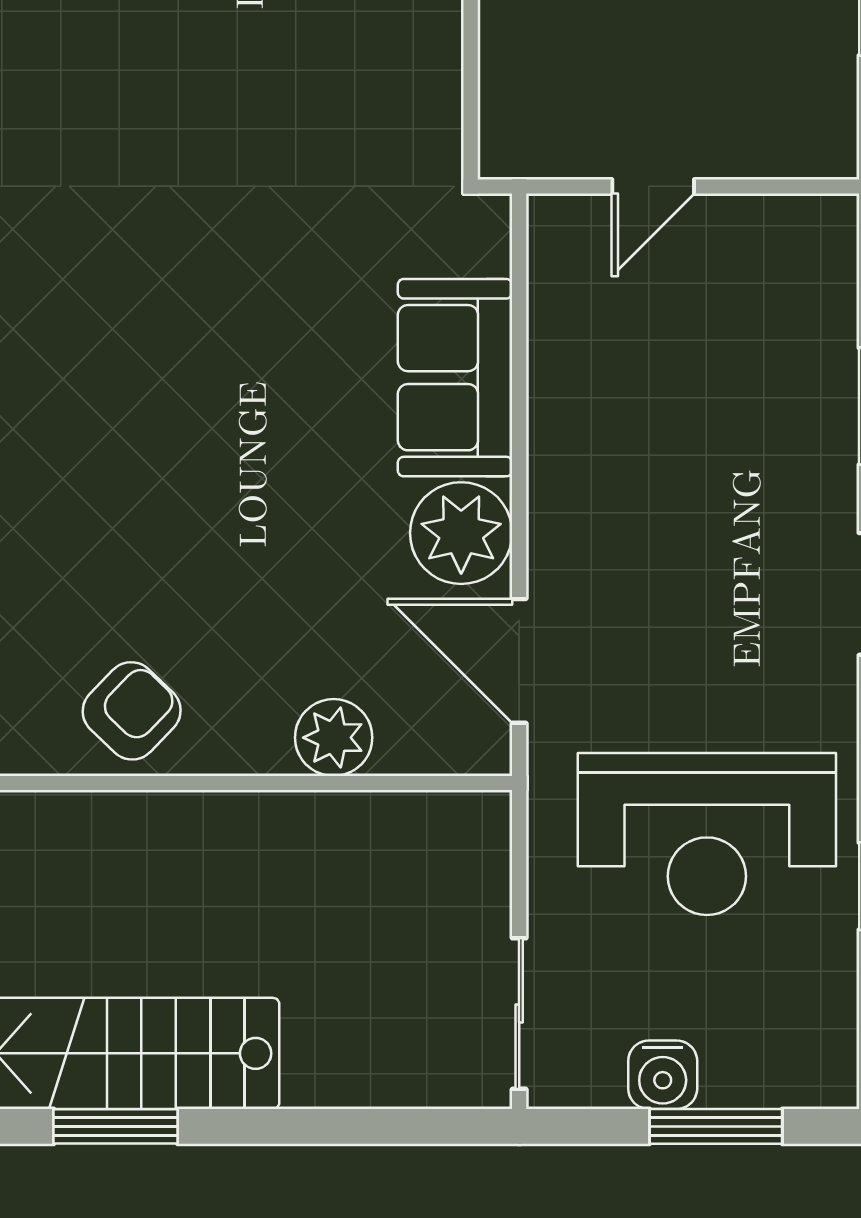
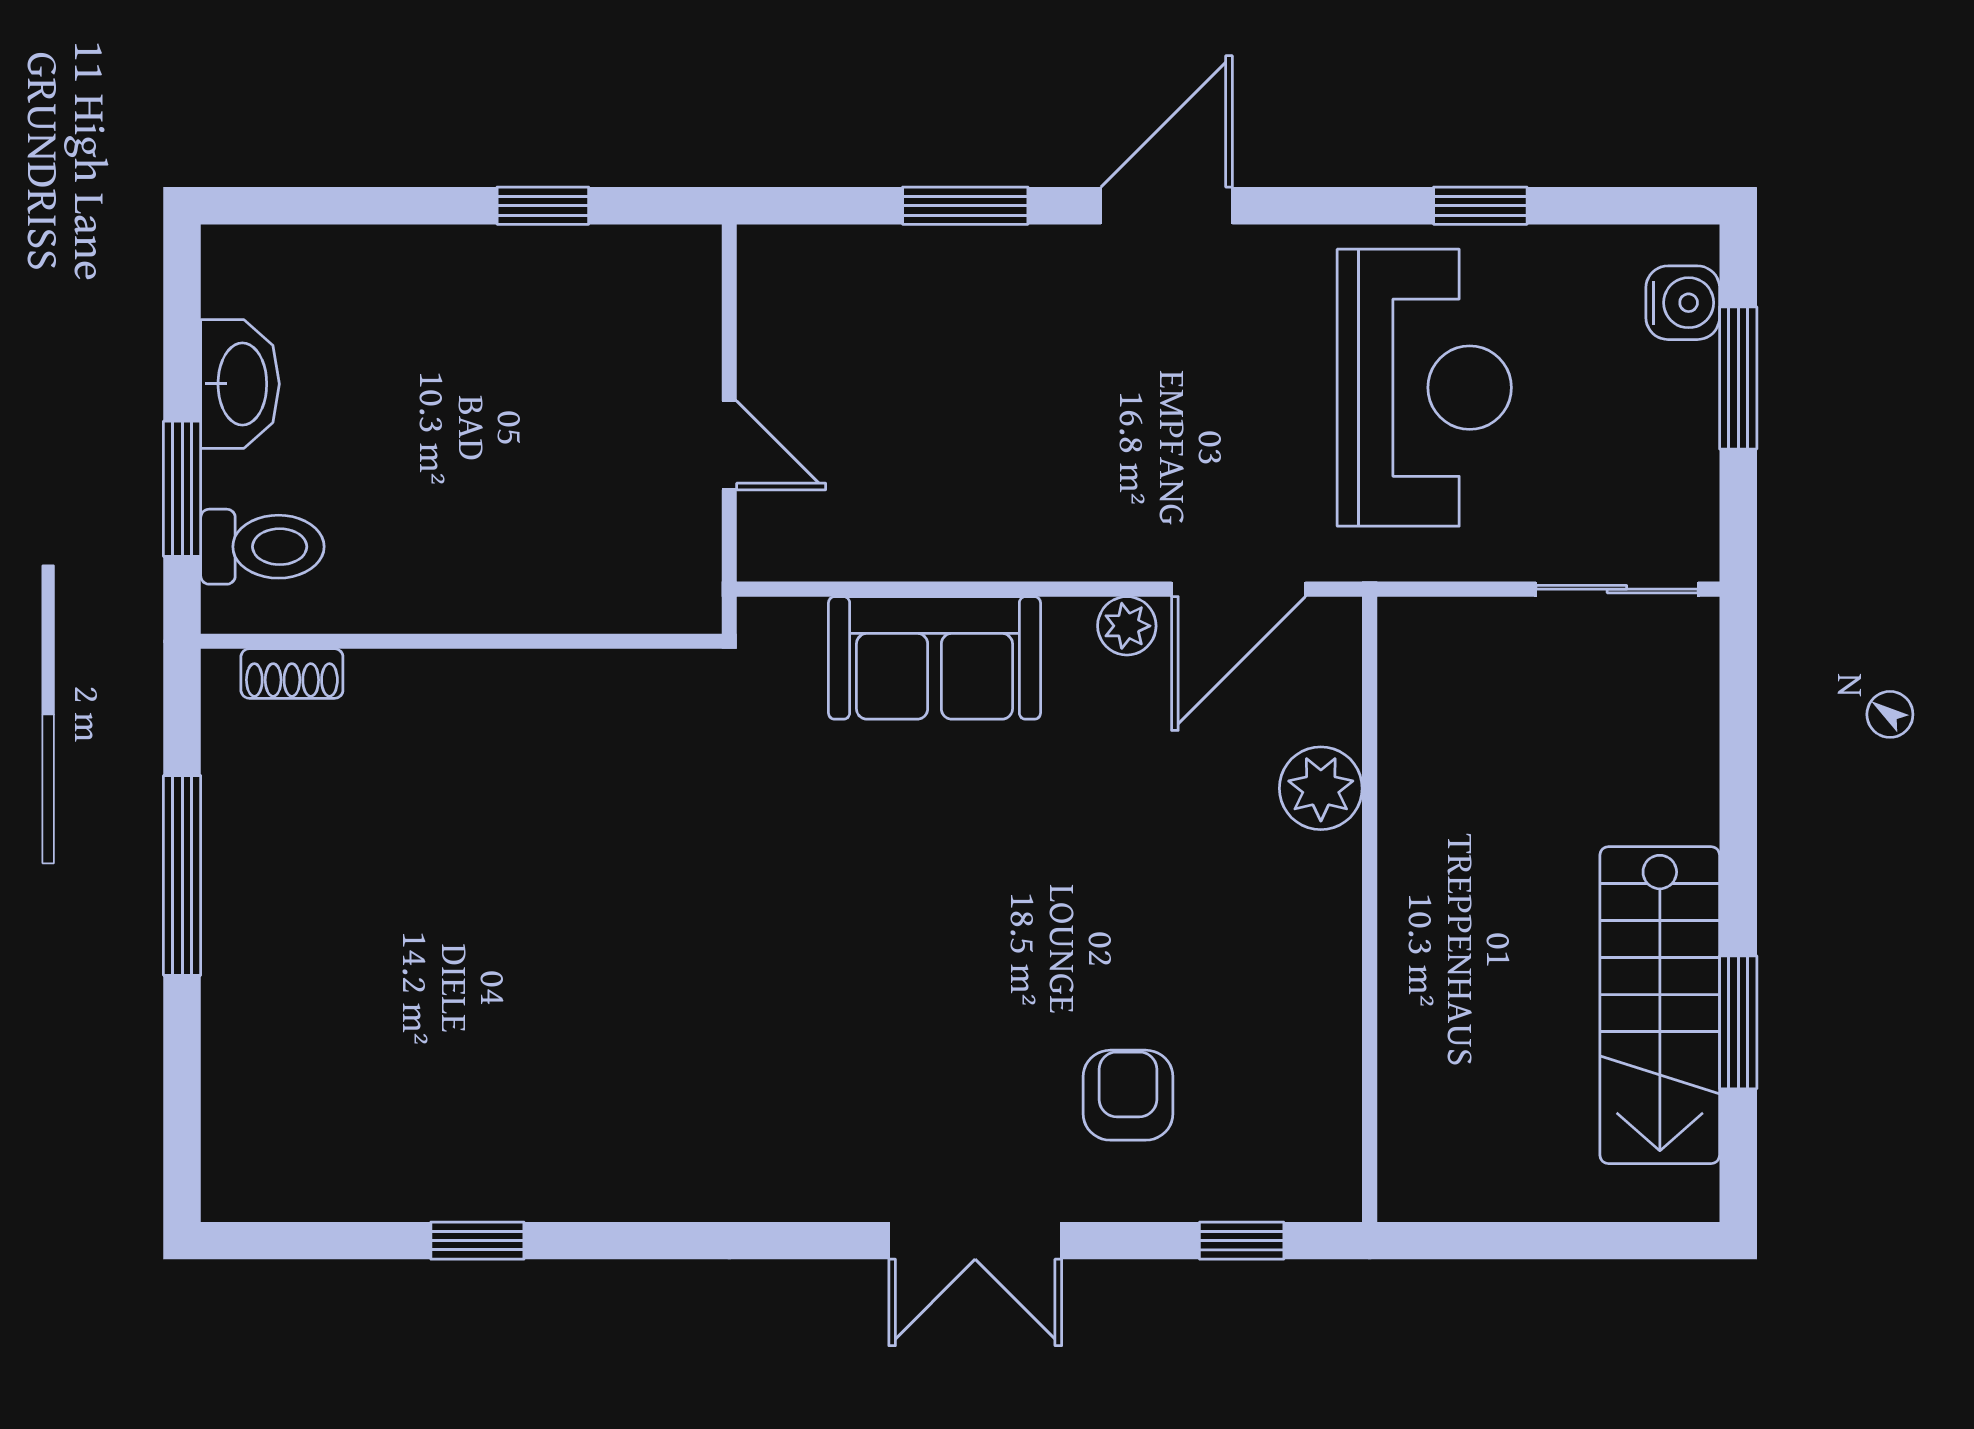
plant: (461, 533) -> (1127, 626), width x0.53, depth x0.53
armchair: (132, 711) -> (1128, 1095), moved, turned 46
water cooler: (663, 1075) -> (1683, 303), moved

